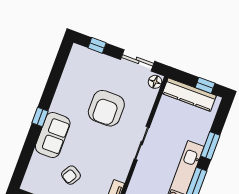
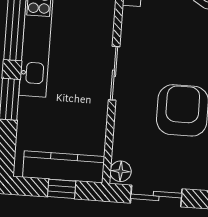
window: (205, 85) -> (62, 189), moved

